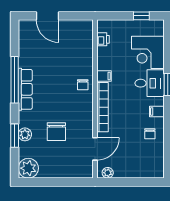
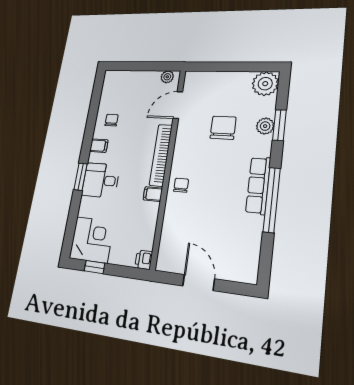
door: (47, 16) -> (199, 282), moved
printer: (103, 39) -> (144, 260), moved
corner desk: (148, 52) -> (92, 240), moved

